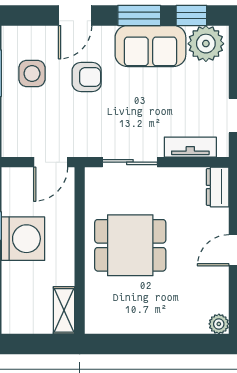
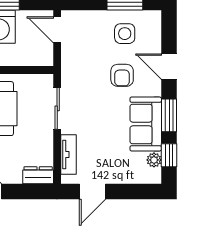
plant: (206, 44) -> (154, 160), width x0.53, depth x0.53
door: (51, 162) -> (57, 30), moved

